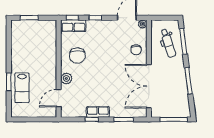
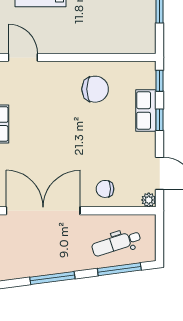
row of seats: (73, 26) -> (146, 110), moved
chair: (77, 56) -> (95, 89), turned 180
plant: (66, 79) -> (56, 71), removed

